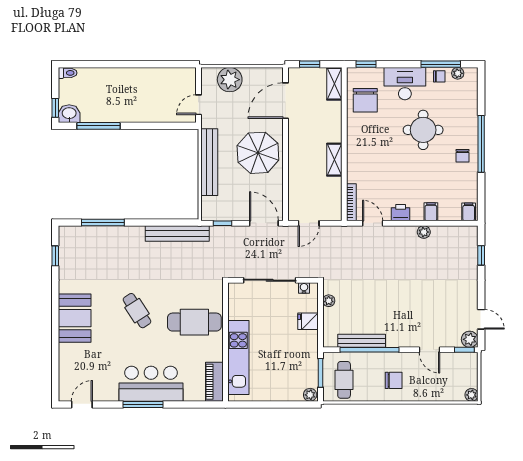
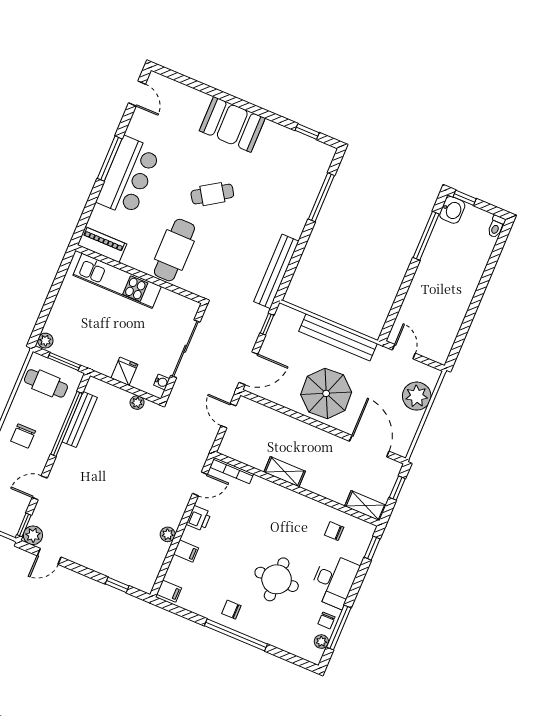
chair: (365, 100) -> (334, 531), width x0.54, depth x0.54

